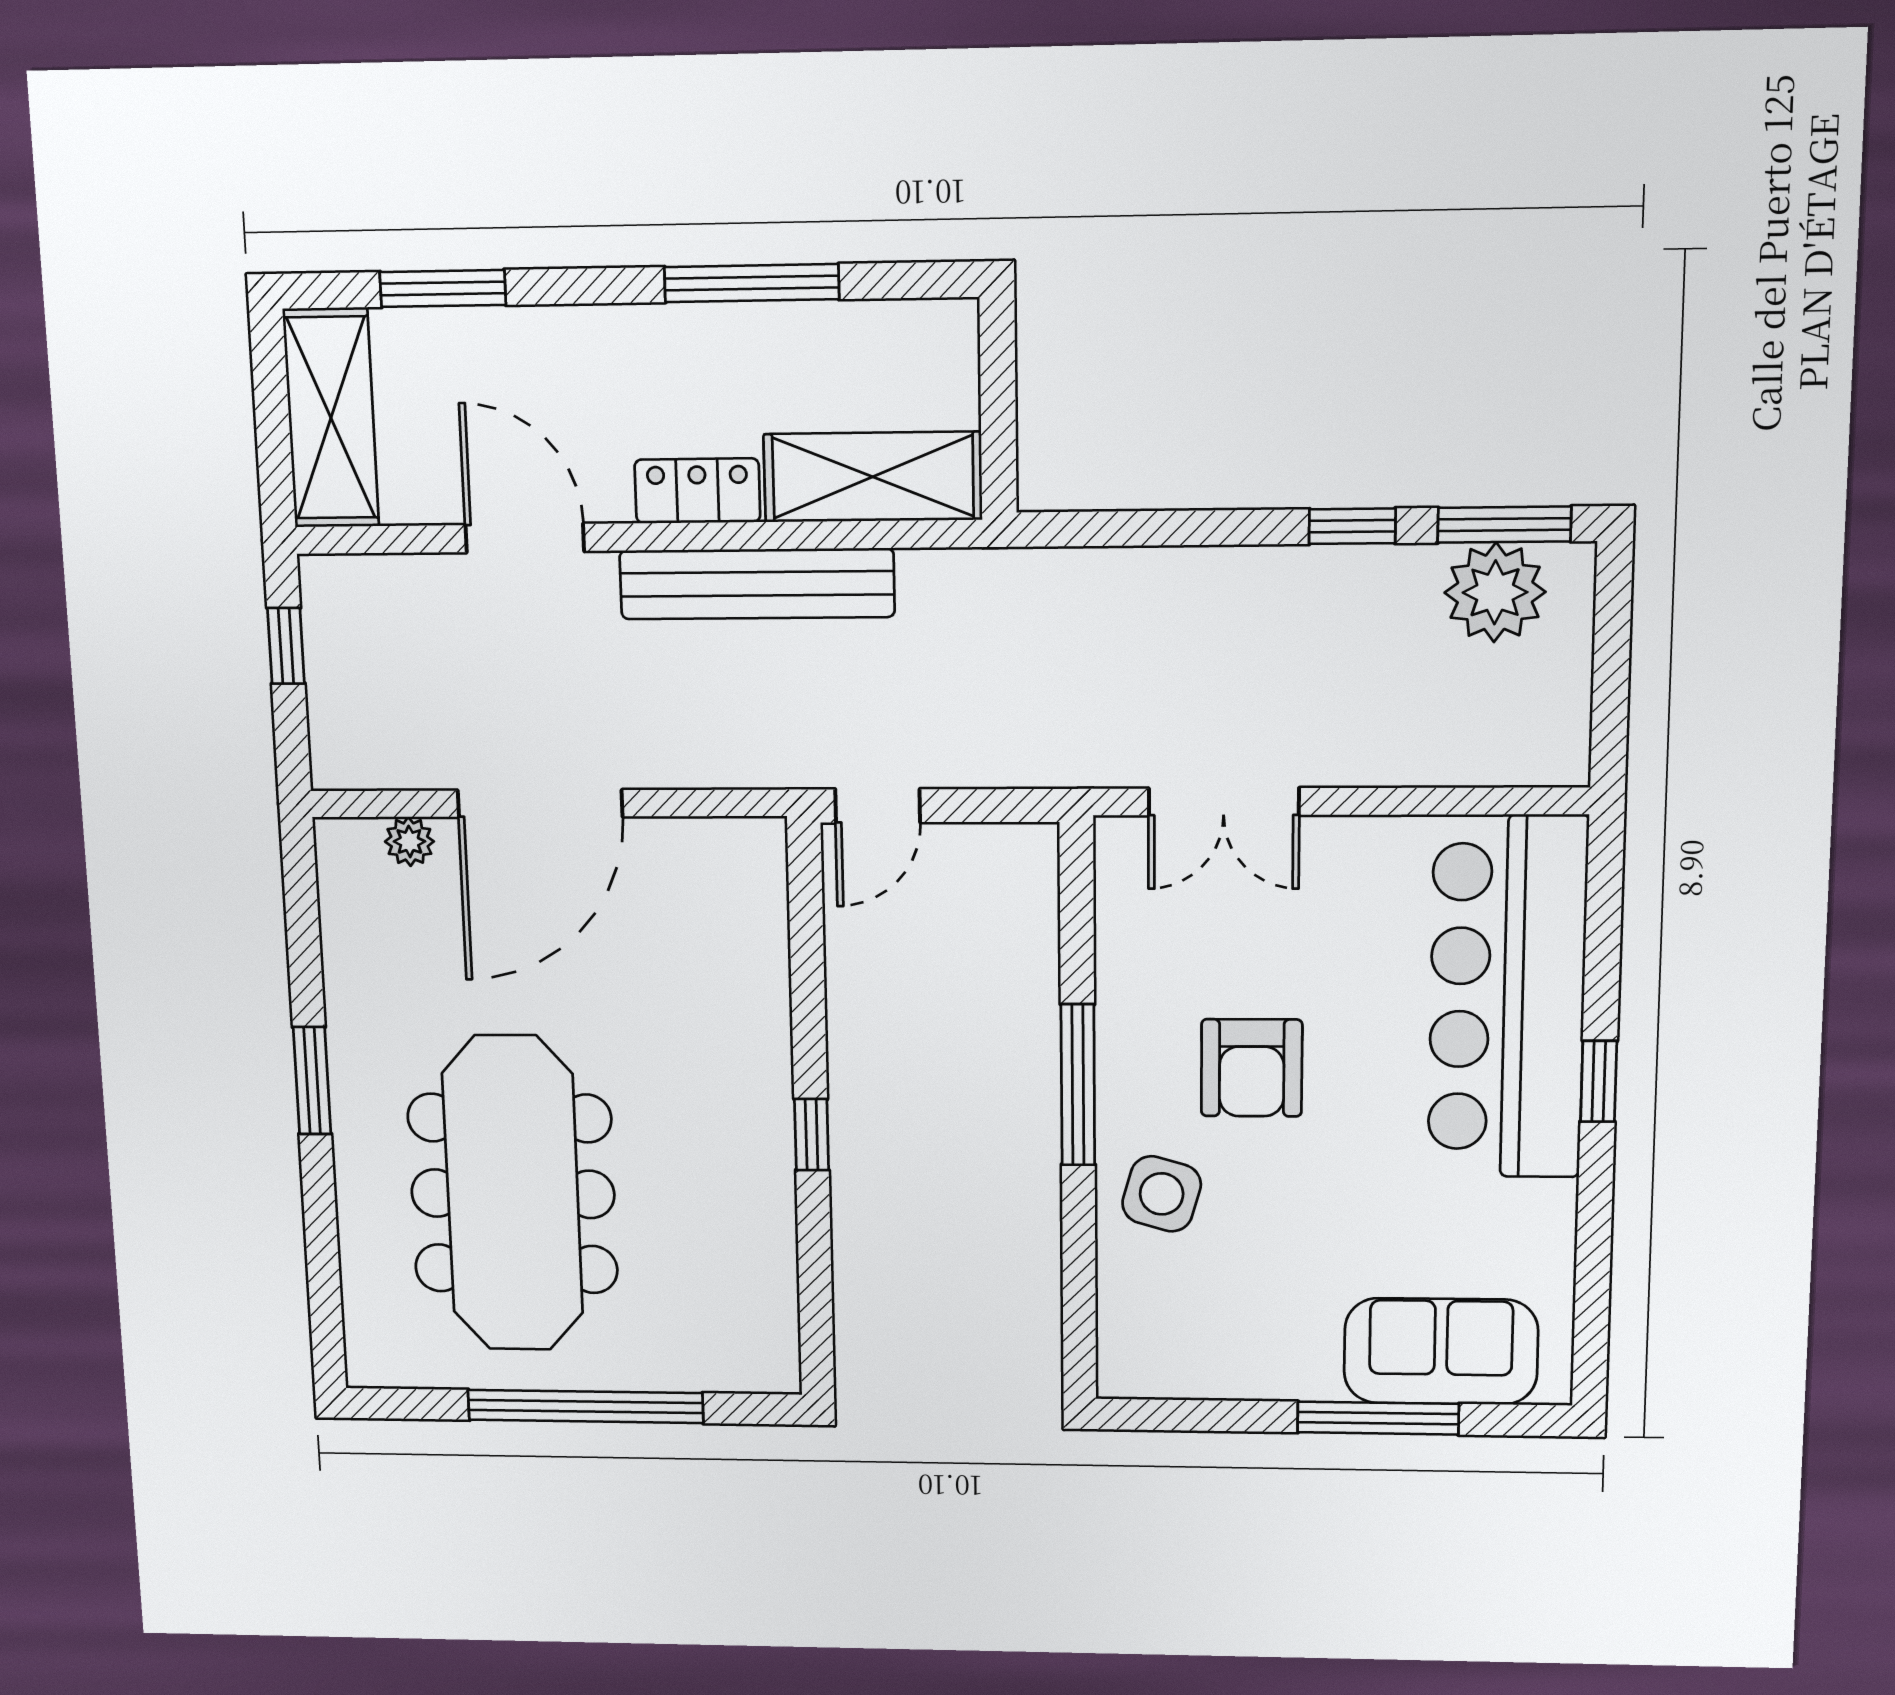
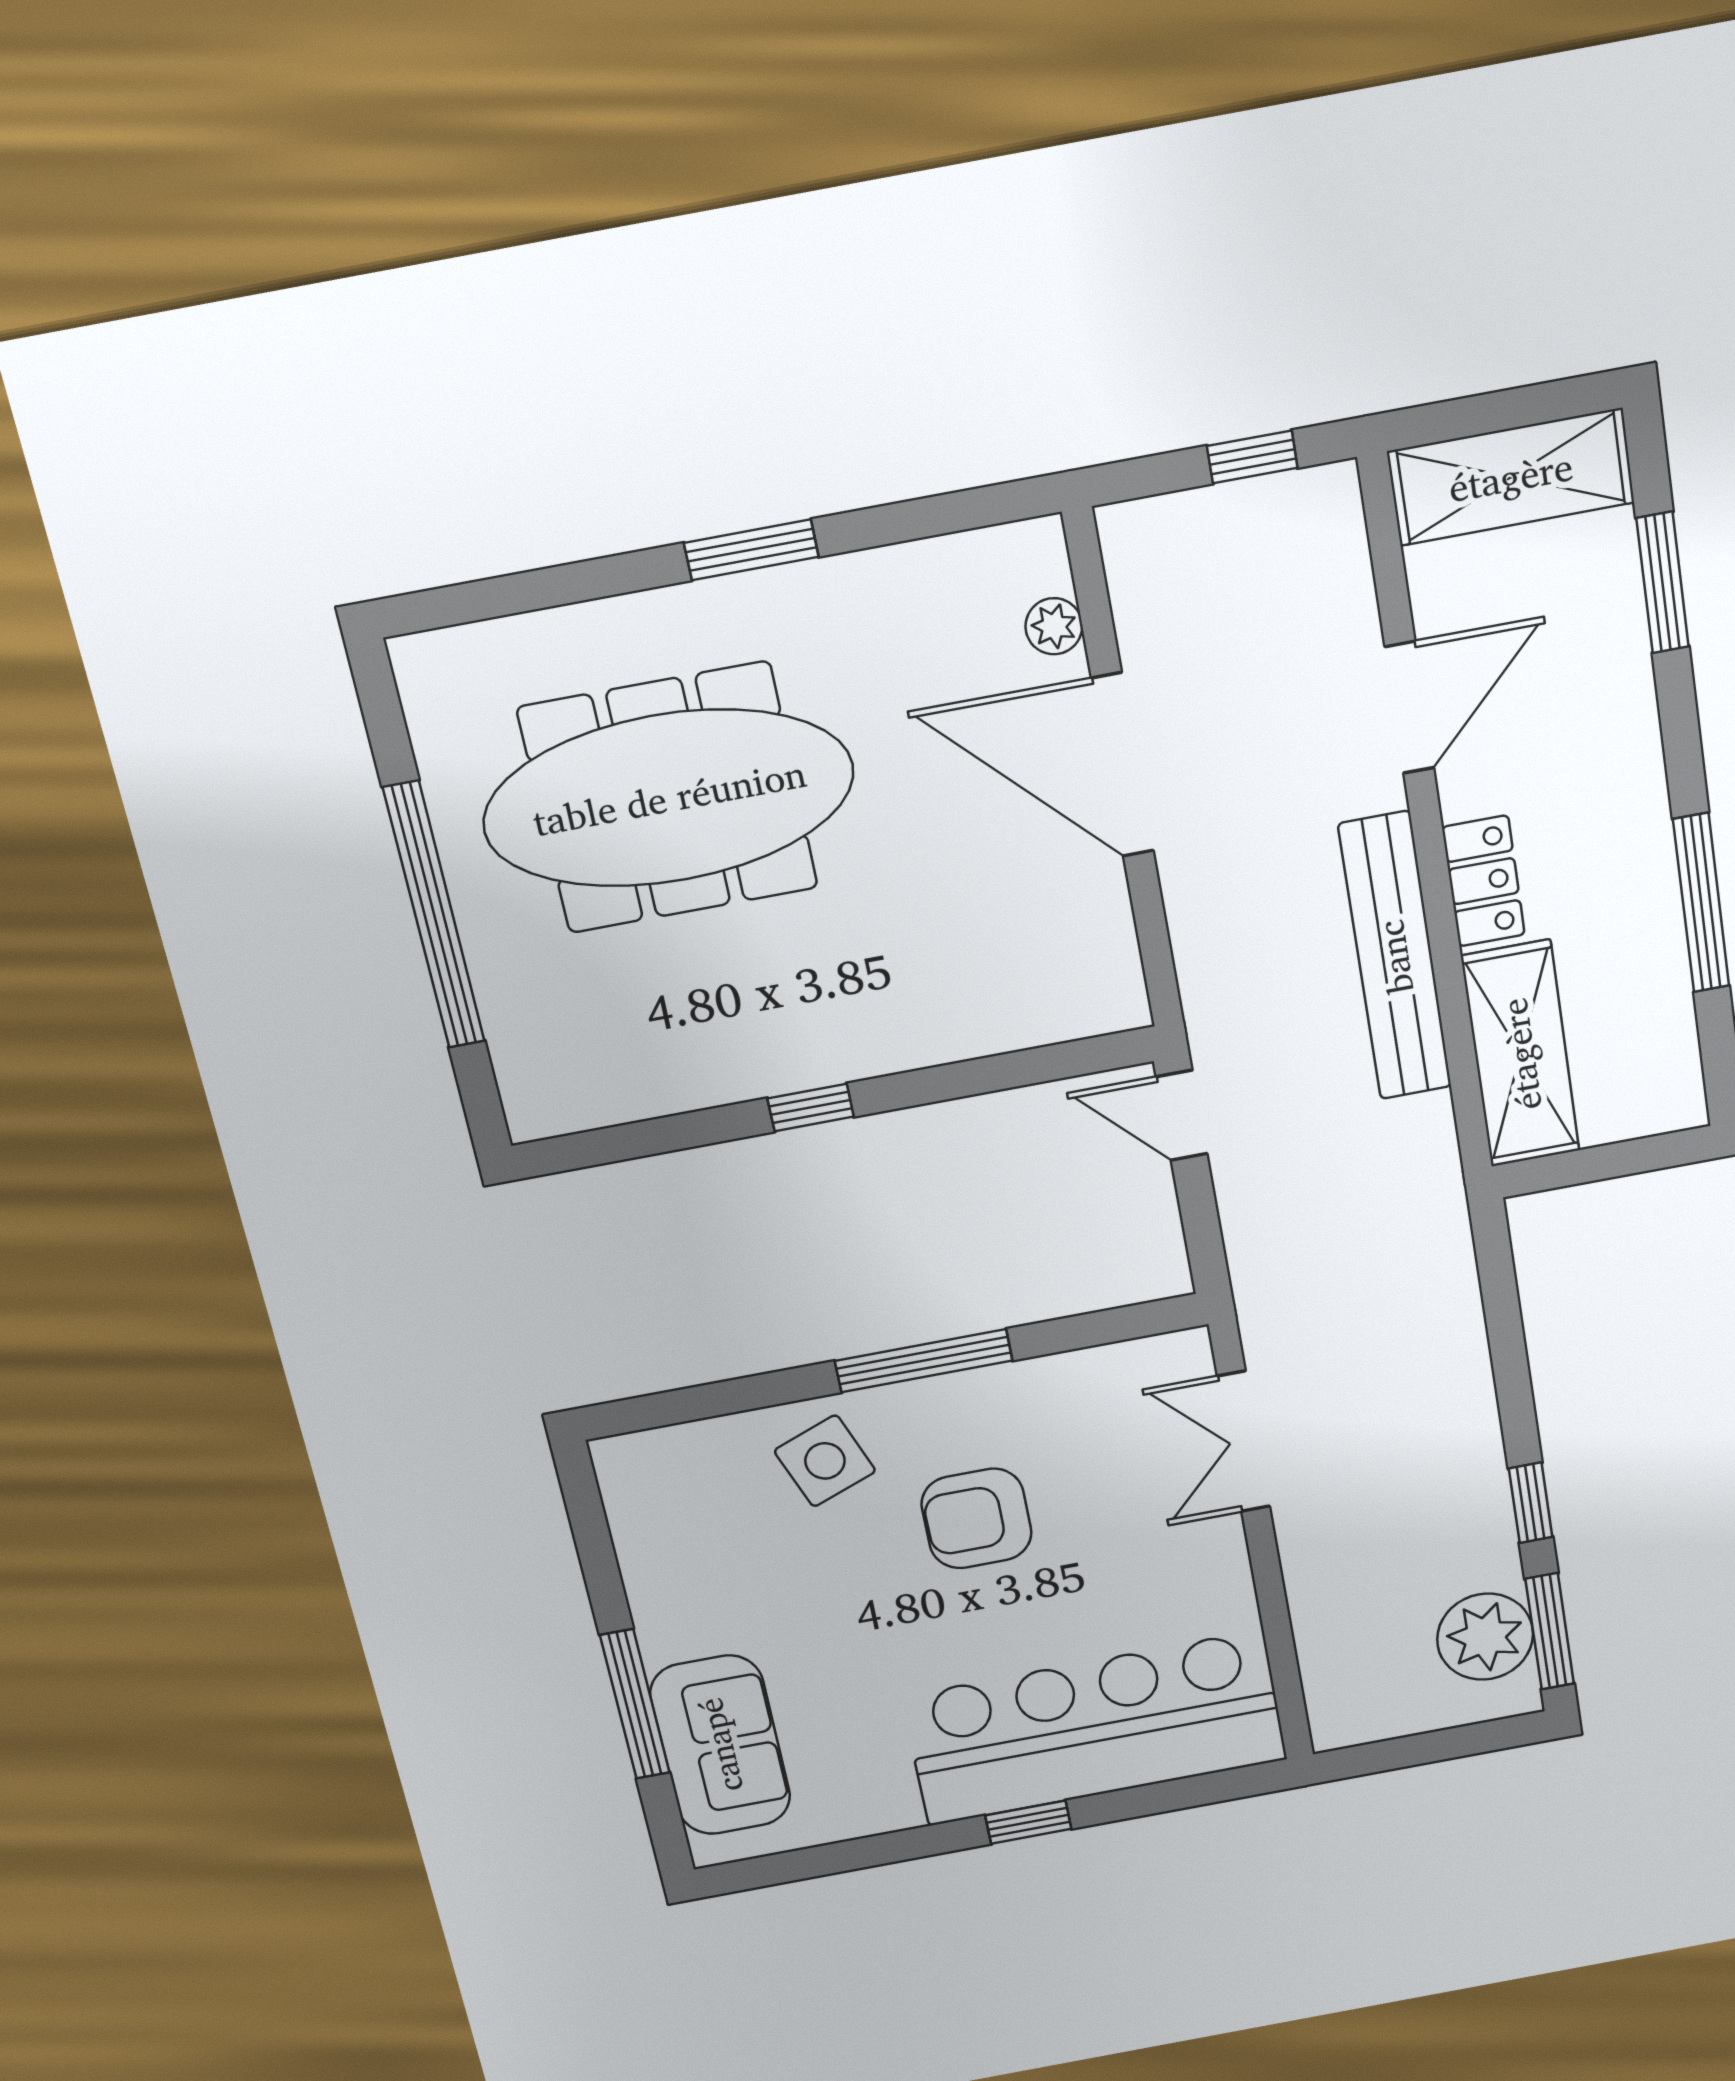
side table: (1162, 1194) -> (825, 1461), turned -37

